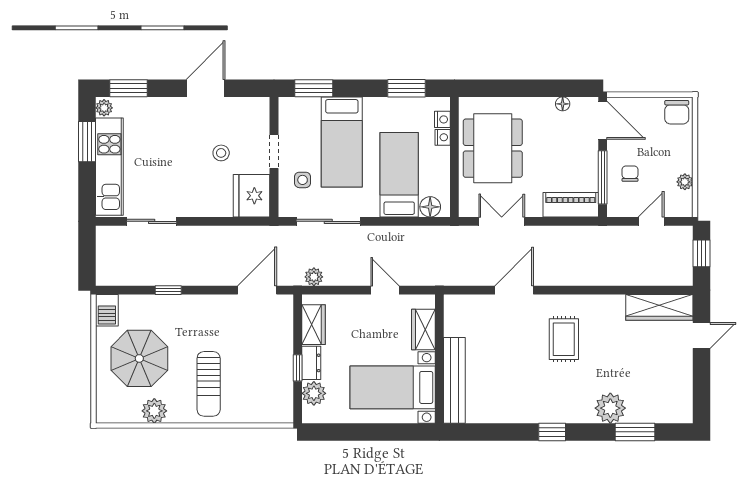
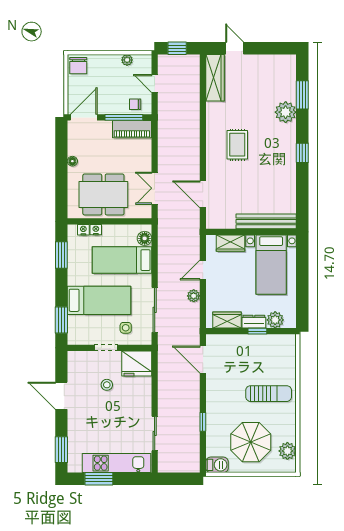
floor lamp: (563, 104) -> (72, 161), moved
plant: (104, 108) -> (75, 467), removed
chair: (677, 112) -> (78, 66), turned 90
chair: (630, 174) -> (135, 104), moved
piano: (571, 205) -> (132, 129), moved, turned -90
plant: (314, 277) -> (194, 296), moved
door: (514, 290) -> (203, 194), moved
rug: (564, 339) -> (237, 145), turned 90
plant: (154, 411) -> (287, 451), moved

